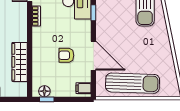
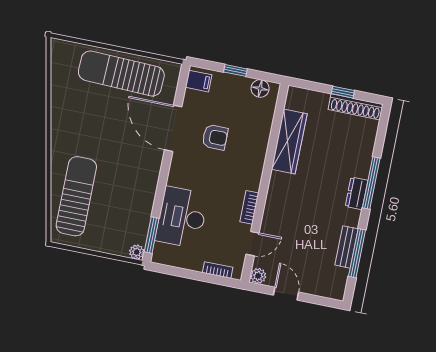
window: (93, 13) -> (160, 195), removed
window: (47, 99) -> (235, 70), moved

